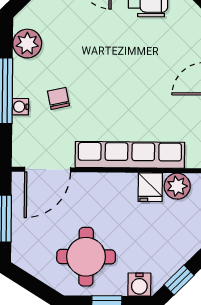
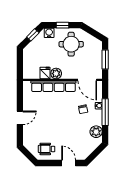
door: (48, 170) -> (87, 80), swing flipped
plant: (177, 186) -> (56, 74), moved

